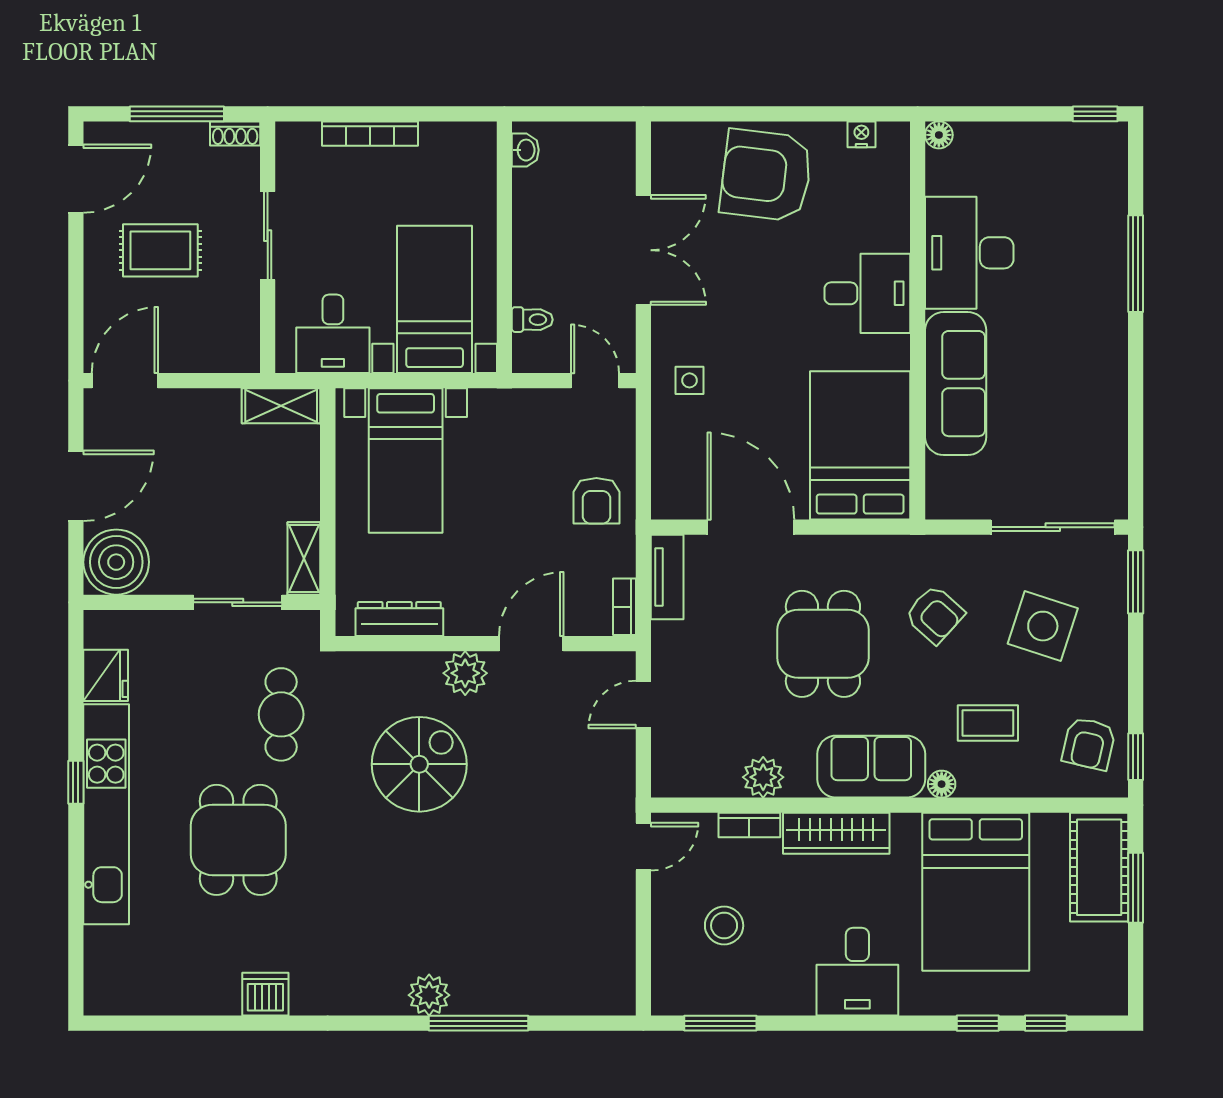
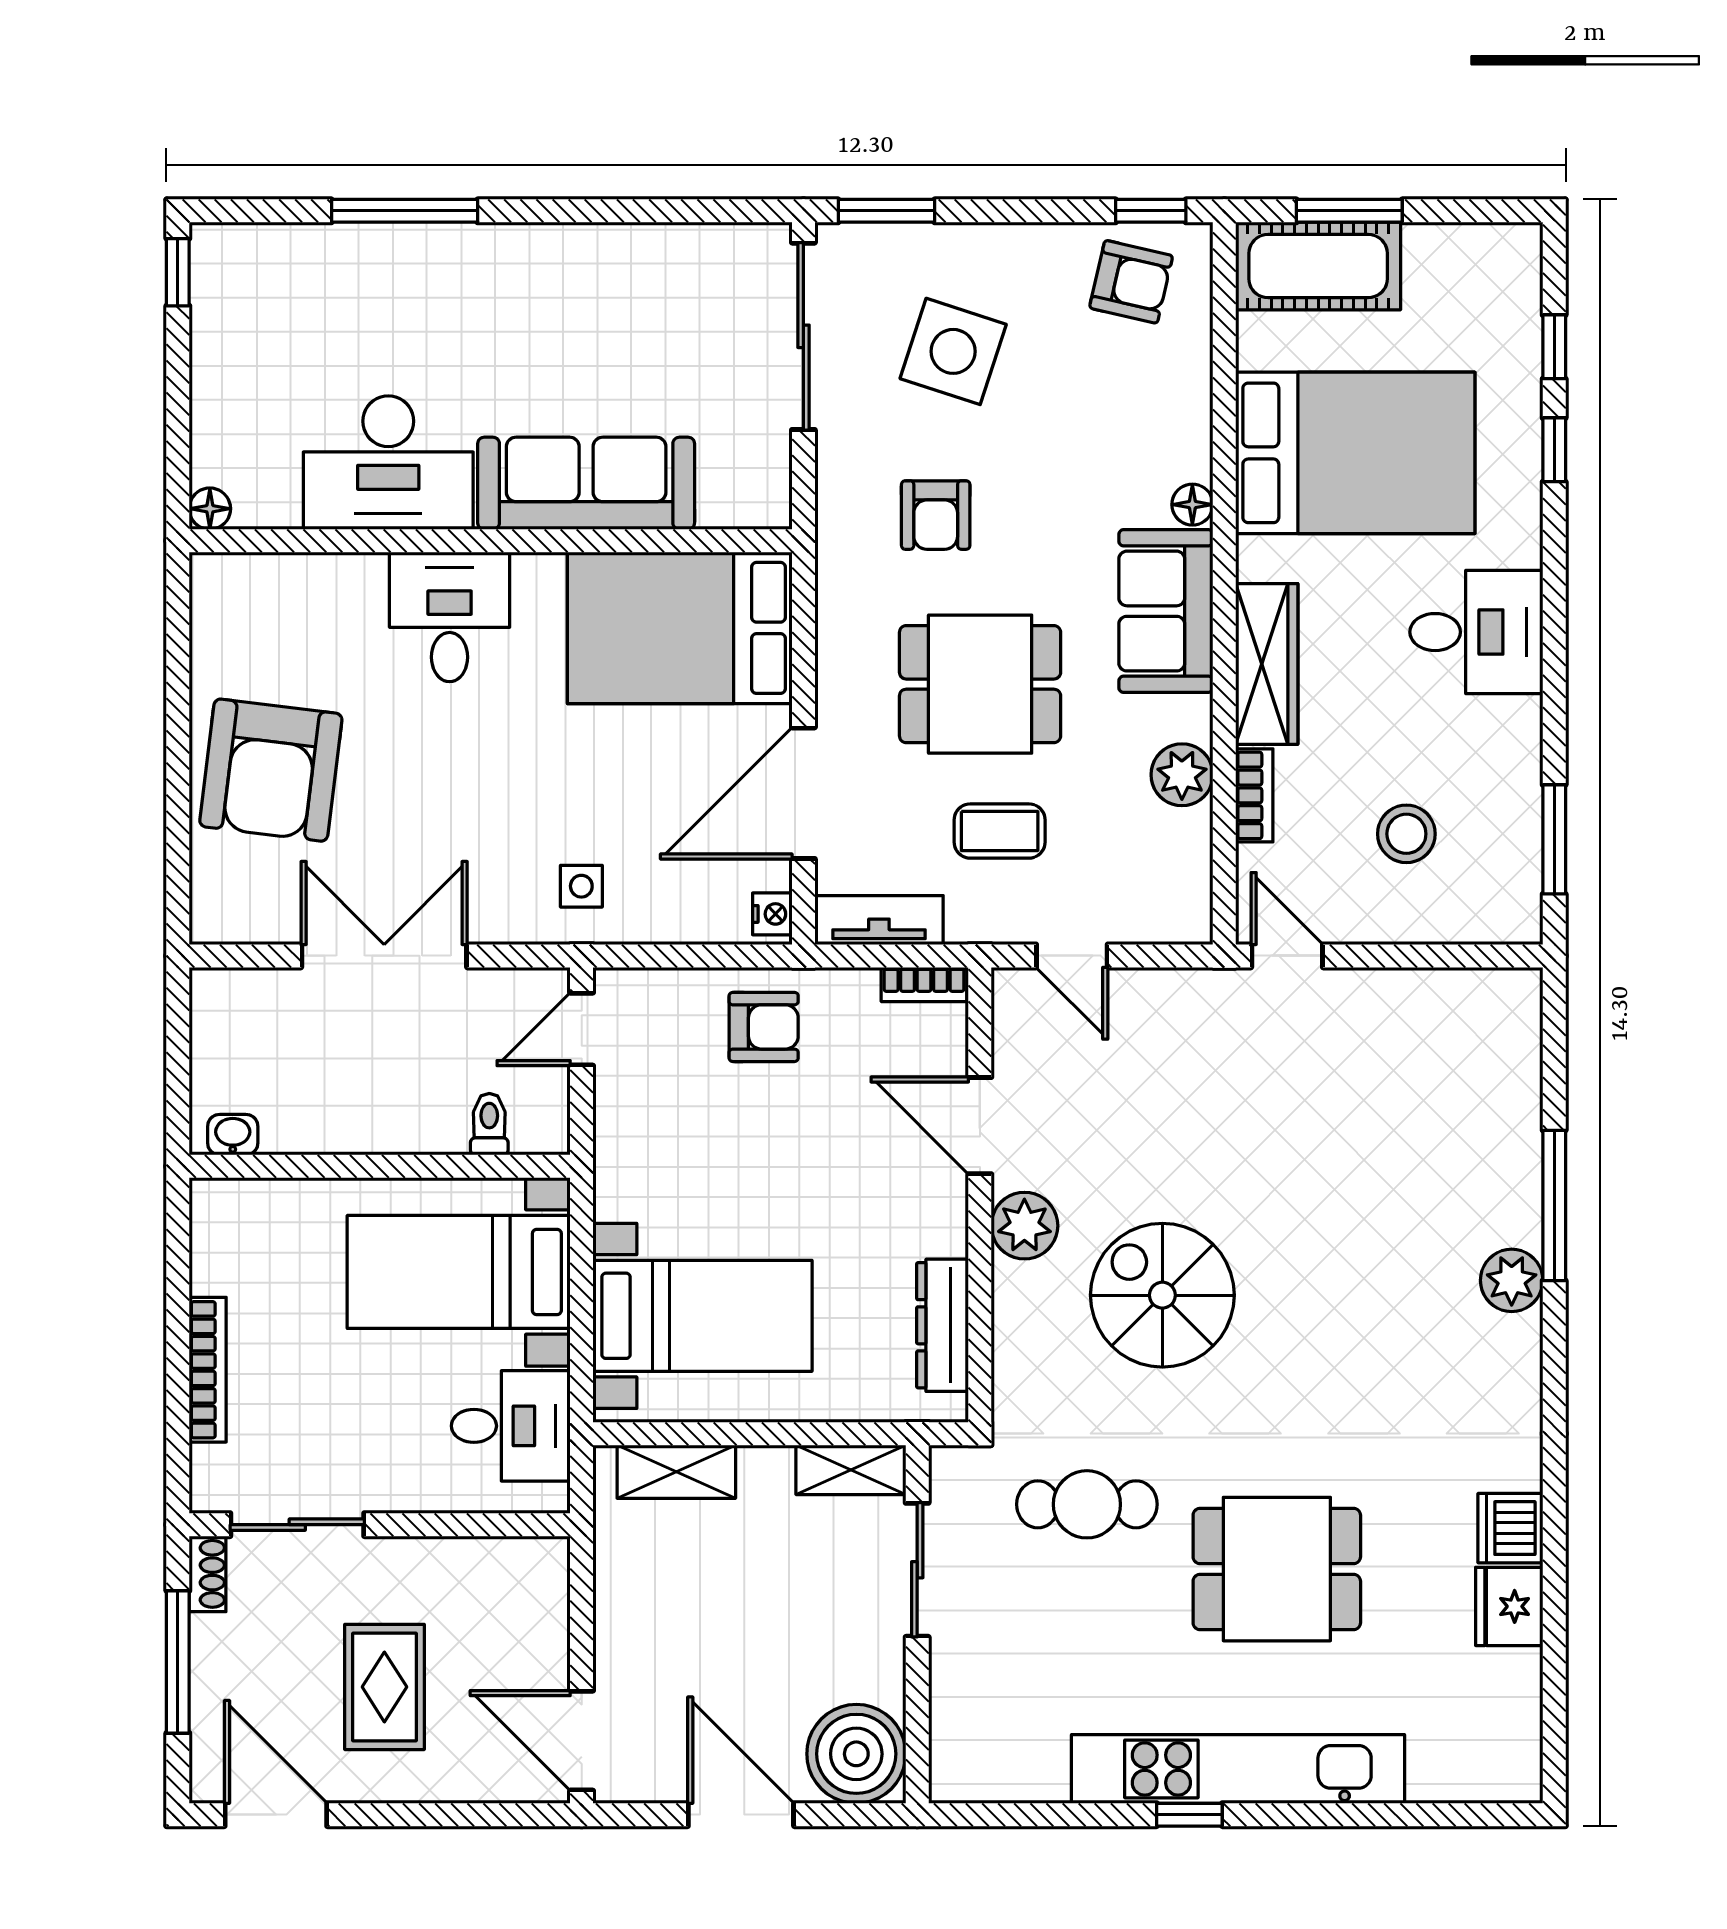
nightstand: (861, 134) -> (772, 914), moved, turned 180
sliding door: (268, 236) -> (297, 1525), moved
shelving: (281, 406) -> (676, 1472), moved, turned 90
armchair: (935, 615) -> (936, 515), turned 138
fridge: (106, 675) -> (1509, 1606), moved, turned -90
coffee table: (988, 723) -> (1000, 831), moved, turned 90

